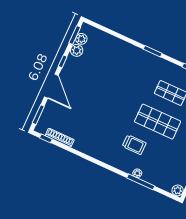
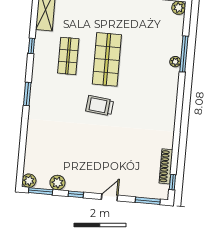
plant: (81, 39) -> (29, 181), moved
door: (51, 86) -> (110, 197), width x0.53
trolley: (134, 145) -> (100, 106), moved, turned -84

